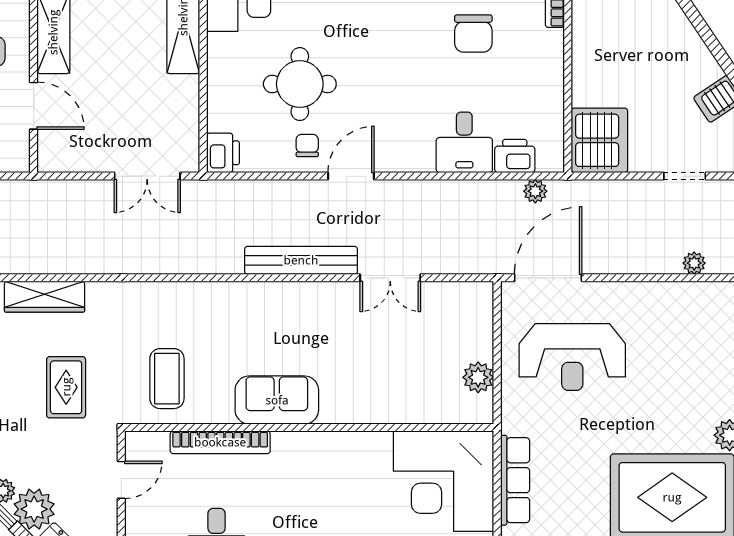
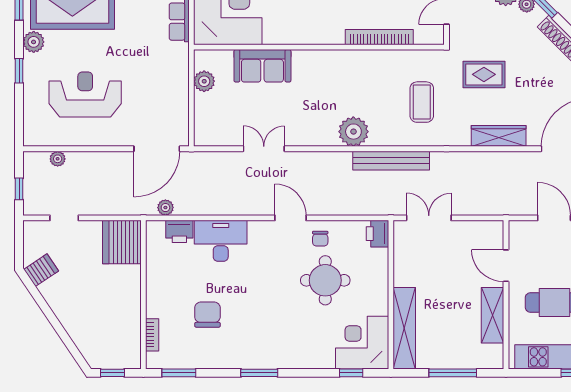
desk: (464, 142) -> (221, 241), width x1.37
door: (351, 176) -> (290, 218), swing flipped
bench: (301, 260) -> (391, 161), moved
plant: (258, 303) -> (353, 132), added
reception desk: (572, 357) -> (85, 95), moved
coffee table: (167, 379) -> (422, 102), moved
rug: (66, 387) -> (484, 74), turned 90
sofa: (277, 400) -> (262, 66), moved

